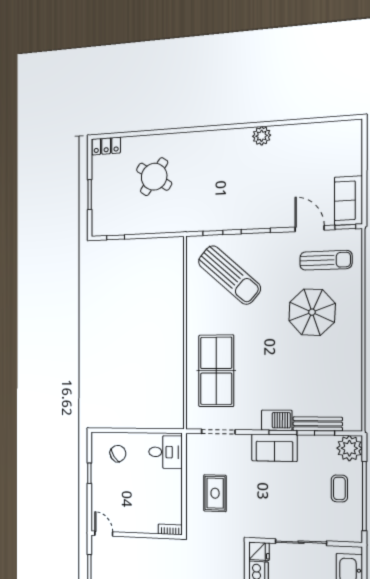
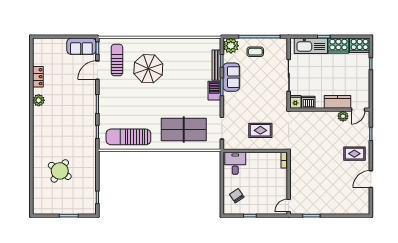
locker: (106, 146) -> (38, 77), moved
sun lounger: (229, 275) -> (128, 137), moved, turned -131
sofa: (274, 448) -> (231, 77), moved

